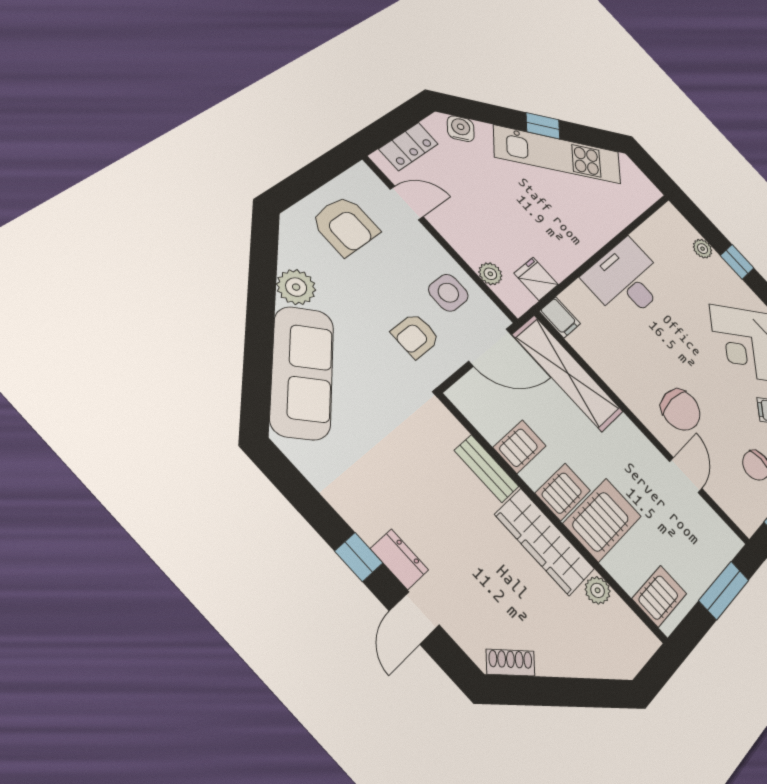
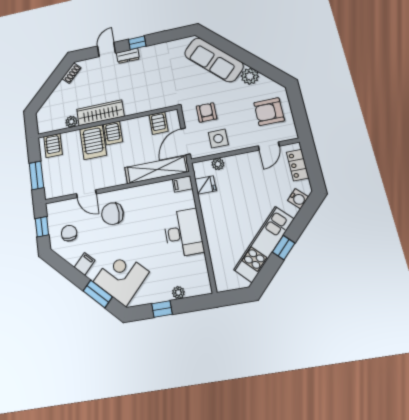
server rack: (520, 447) -> (159, 123), moved
bench: (487, 469) -> (139, 108), removed
door: (414, 618) -> (106, 50), hinge flipped

